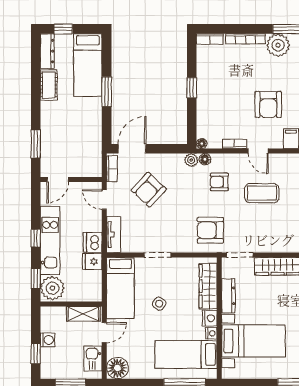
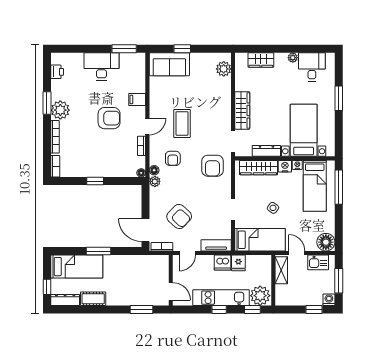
washing machine: (48, 340) -> (329, 300), moved

